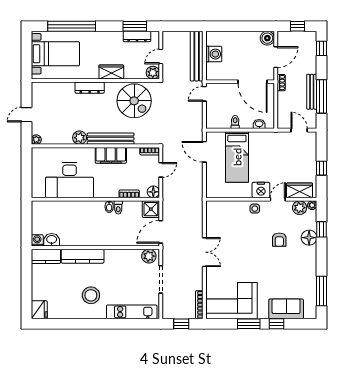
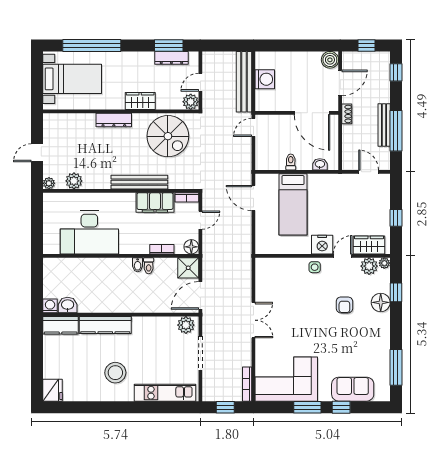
plant: (80, 138) -> (74, 181), moved
filing cabinet: (111, 155) -> (155, 203), moved

